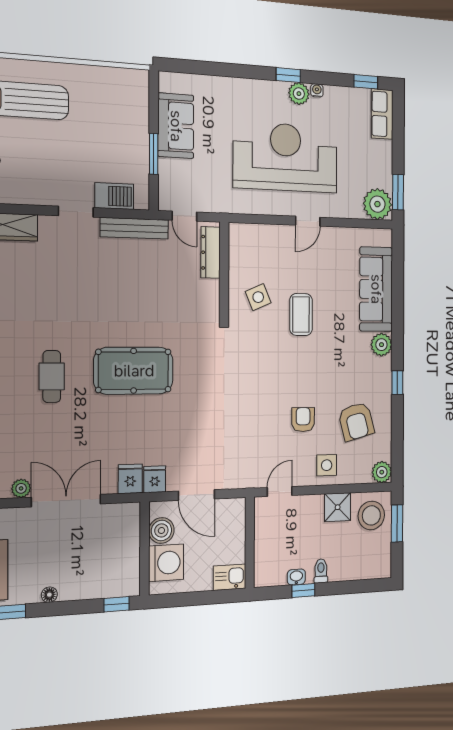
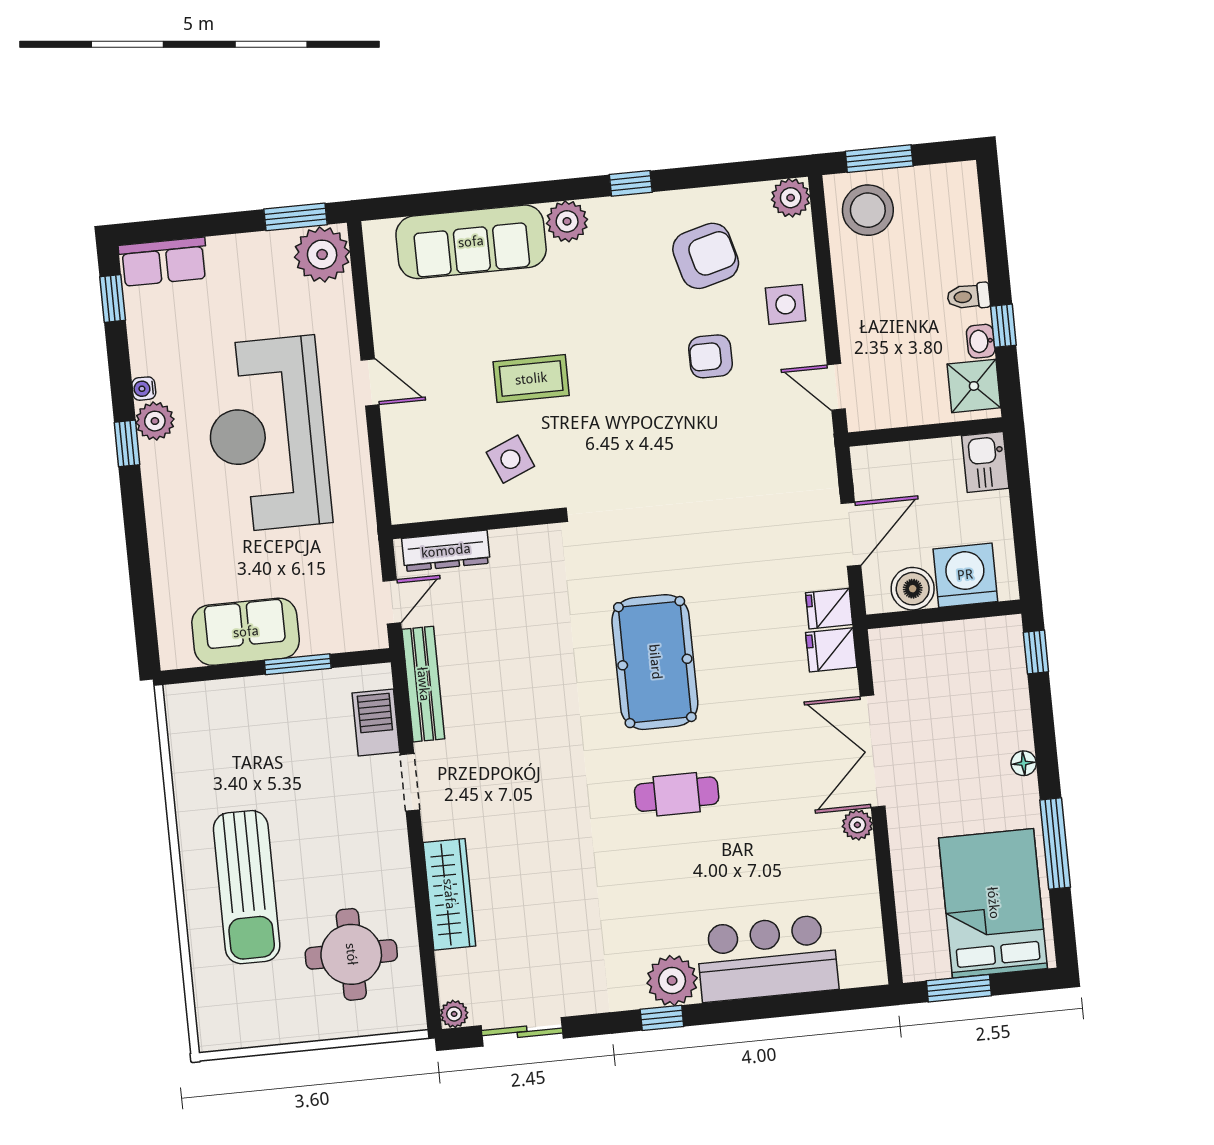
shower: (338, 507) -> (974, 386), moved

